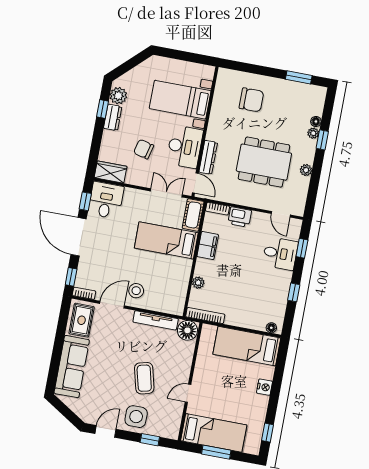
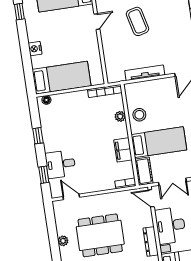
dresser: (208, 157) -> (151, 242), moved
printer: (240, 217) -> (105, 183), removed
stool: (136, 291) -> (139, 115), moved
floor lamp: (187, 330) -> (115, 74), removed

